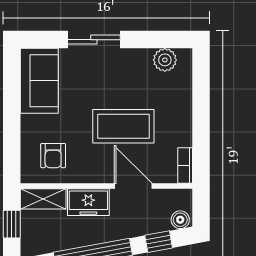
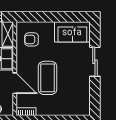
plant: (165, 60) -> (84, 101), removed
door: (133, 186) -> (15, 83), hinge flipped

